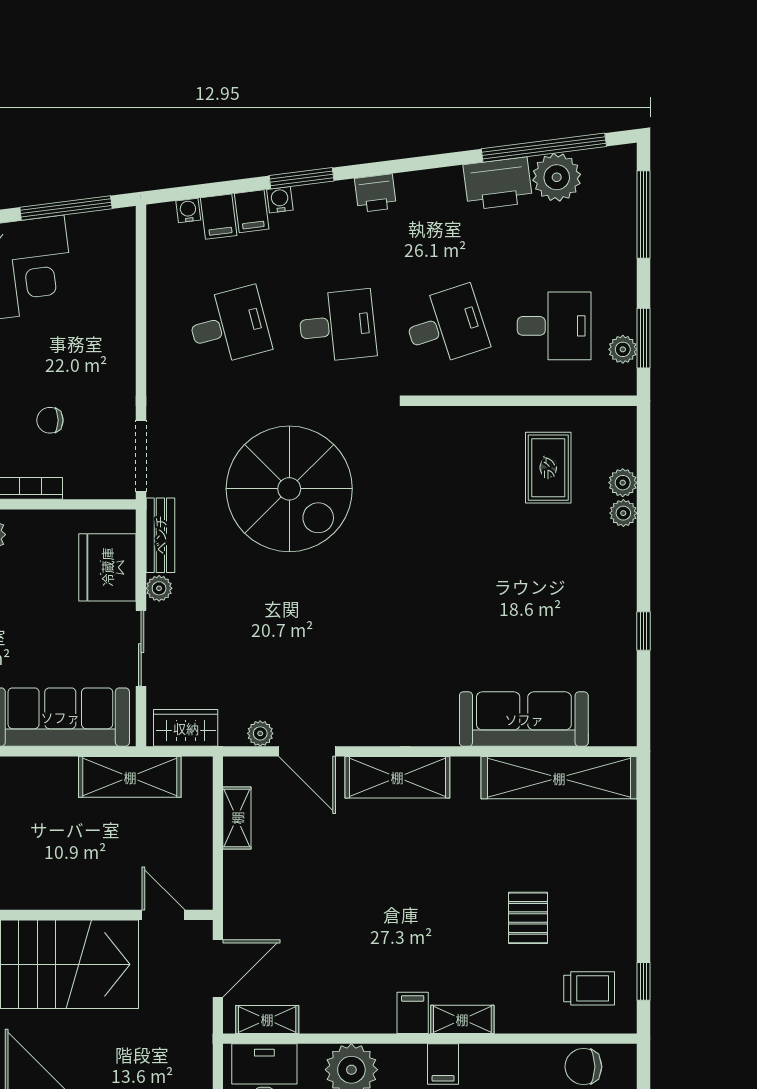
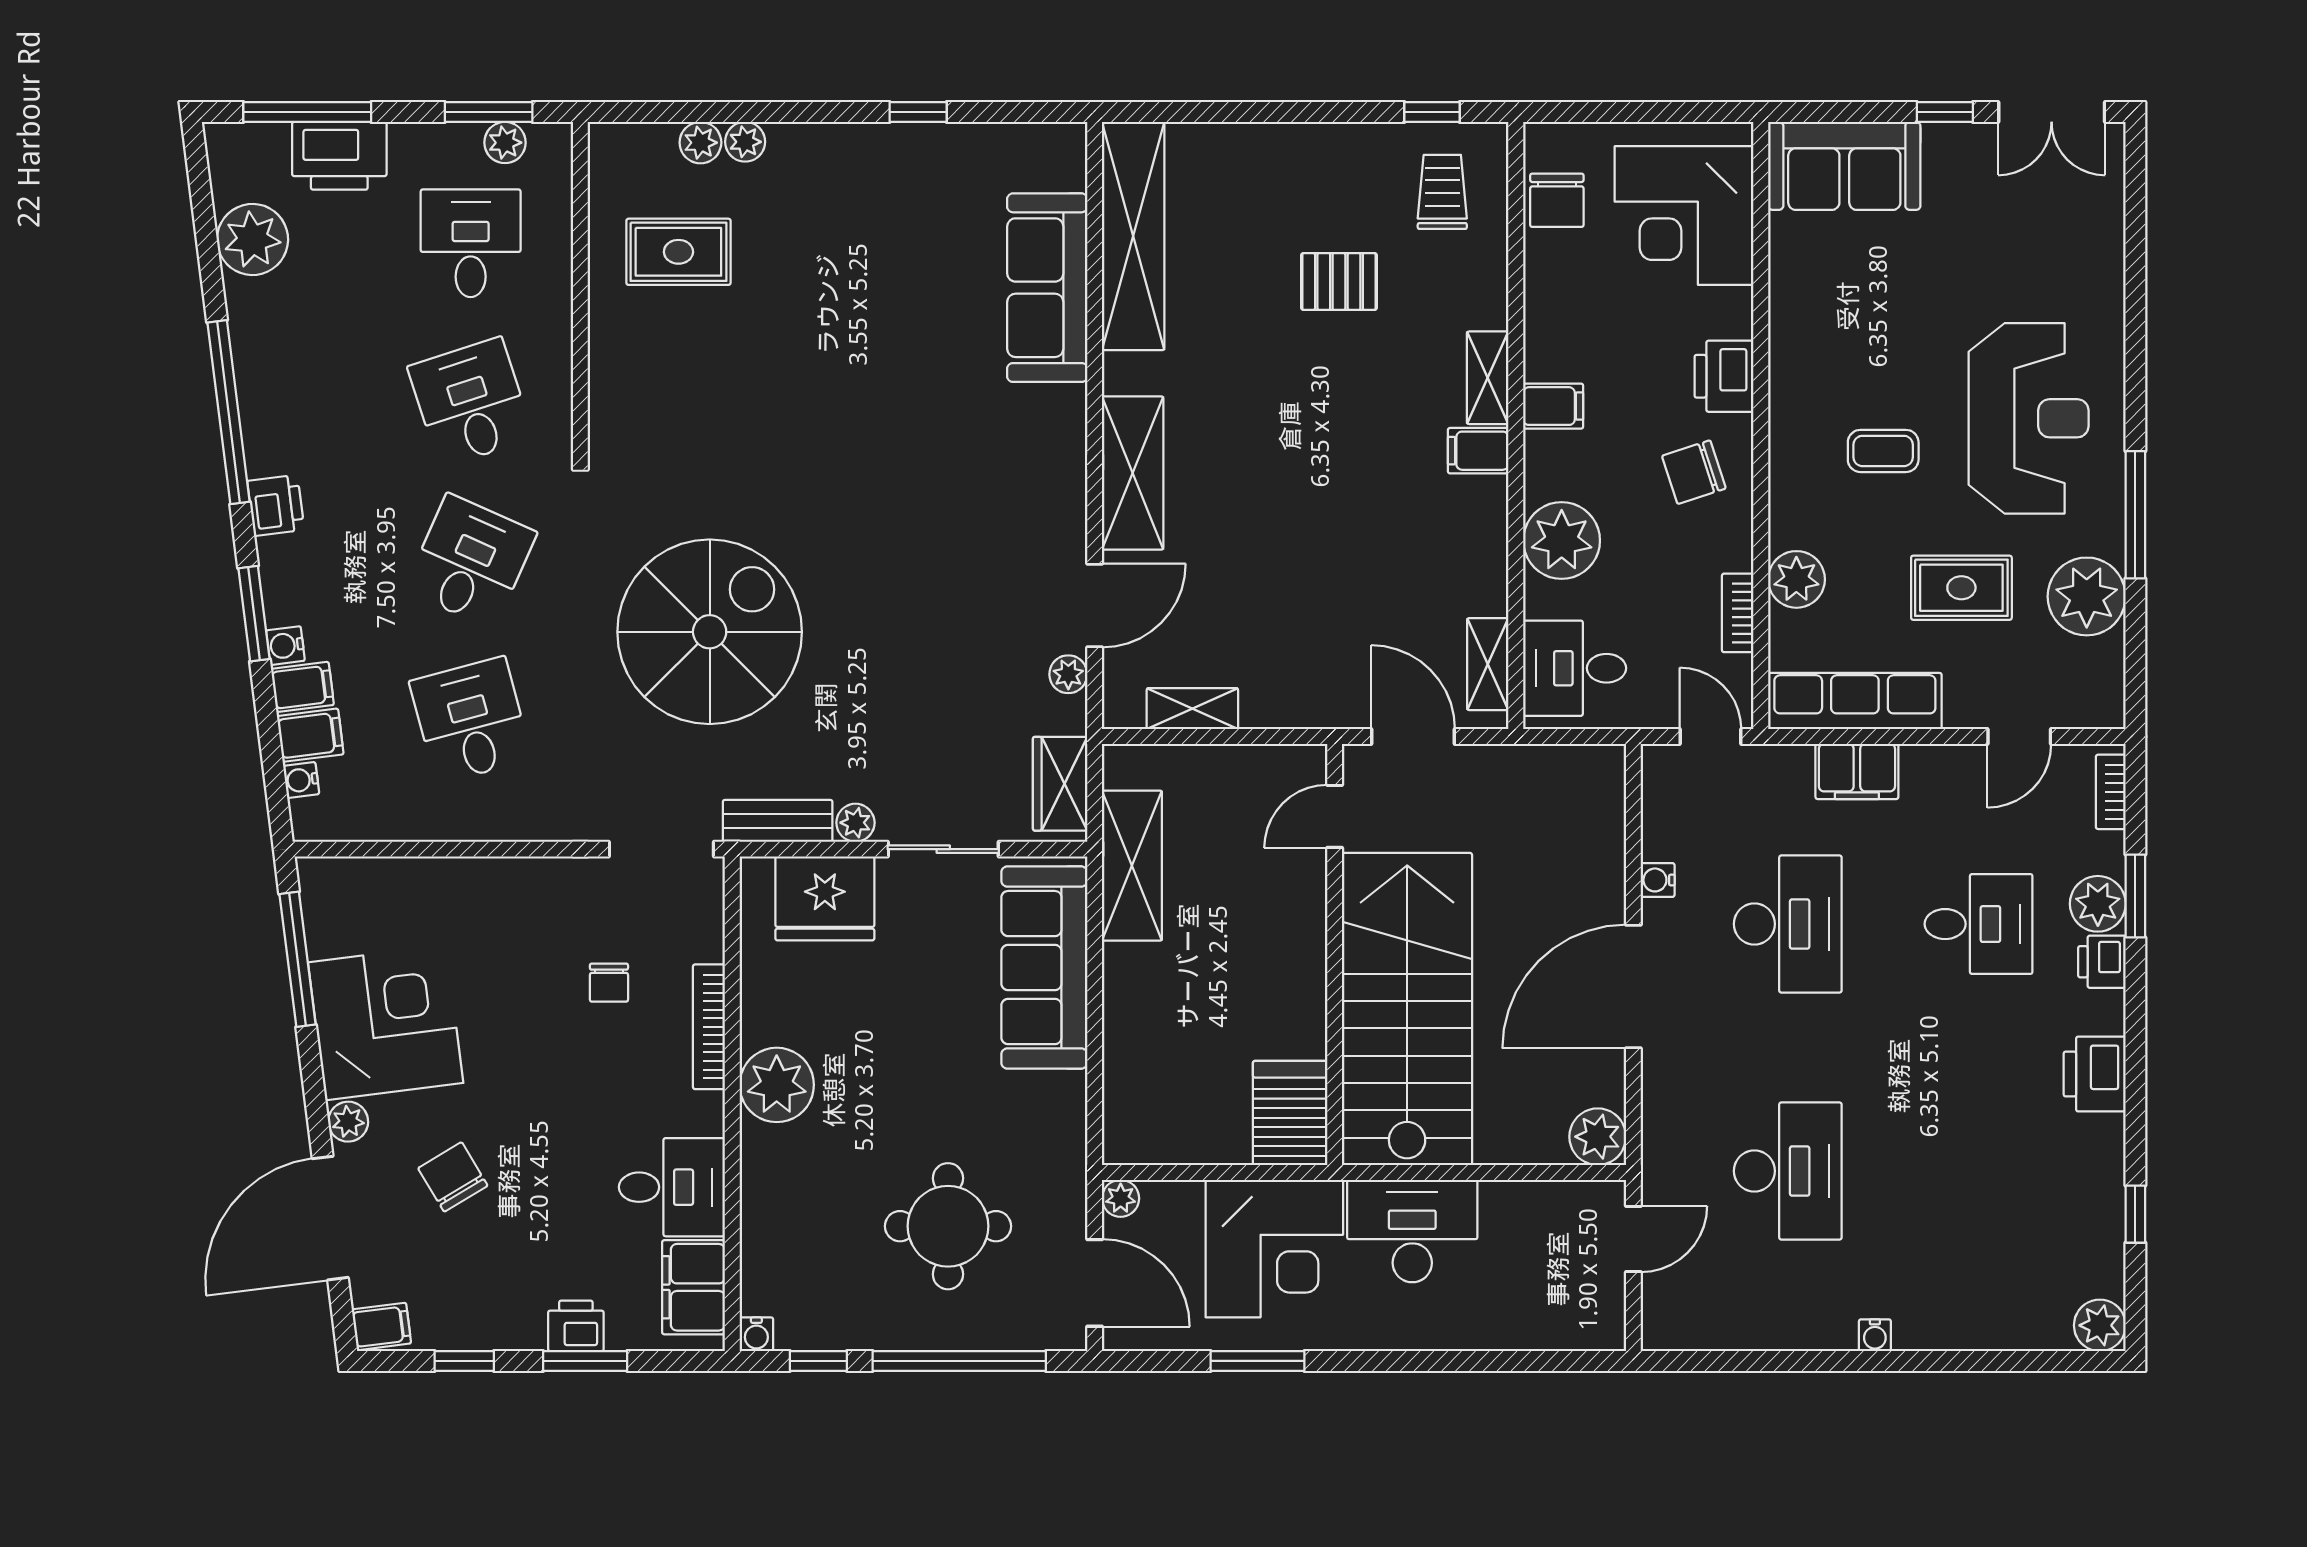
window: (544, 148) -> (229, 412), moved
printer: (498, 184) -> (339, 156), moved, turned 97
desk: (337, 326) -> (471, 561), turned 30

